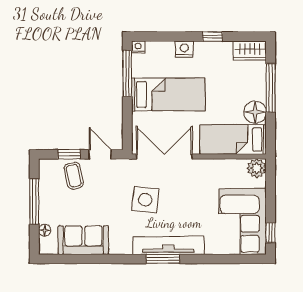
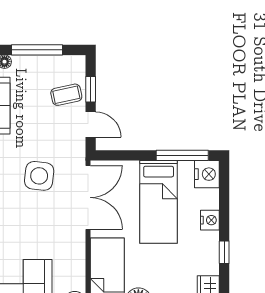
nightstand: (138, 47) -> (207, 174), width x1.89, depth x1.79
door: (100, 154) -> (91, 125), hinge flipped

